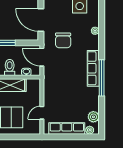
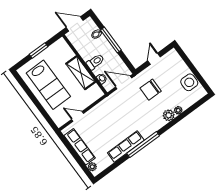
door: (41, 20) -> (154, 59), width x0.53
door: (42, 57) -> (124, 82), hinge flipped
row of seats: (93, 68) -> (126, 147), moved
plant: (93, 117) -> (169, 115), moved

